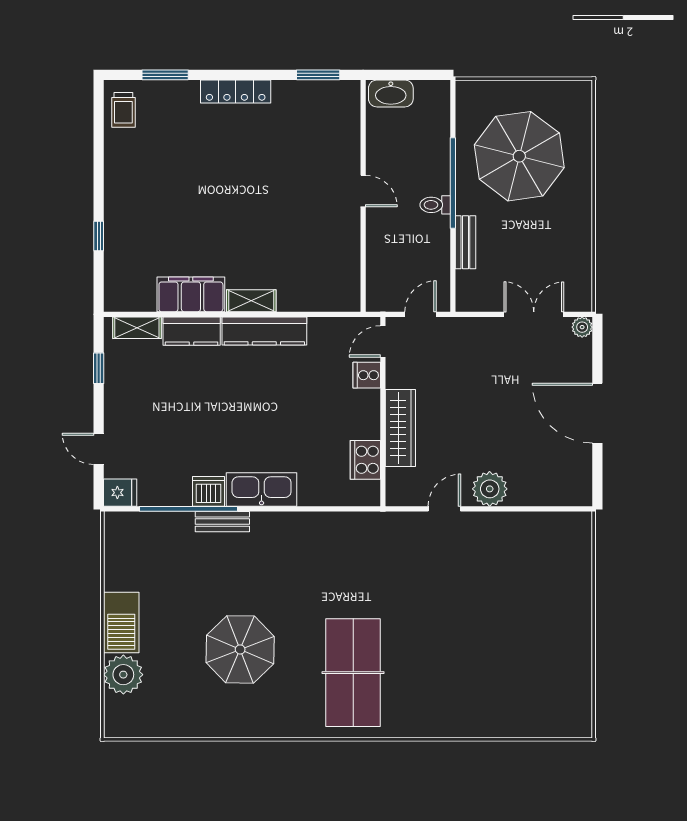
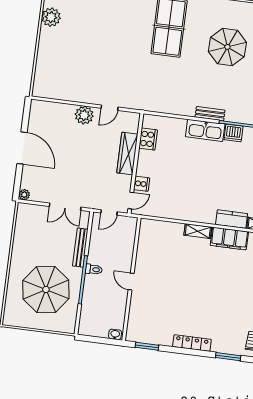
washbasin: (391, 93) -> (115, 334), width x0.52, depth x0.69
bench: (465, 242) -> (80, 248), width x1.36
double door: (534, 314) -> (65, 207), moved
kitchen counter: (264, 331) -> (193, 214), removed
bench: (222, 522) -> (210, 114), moved
plant: (575, 663) -> (51, 17), added

